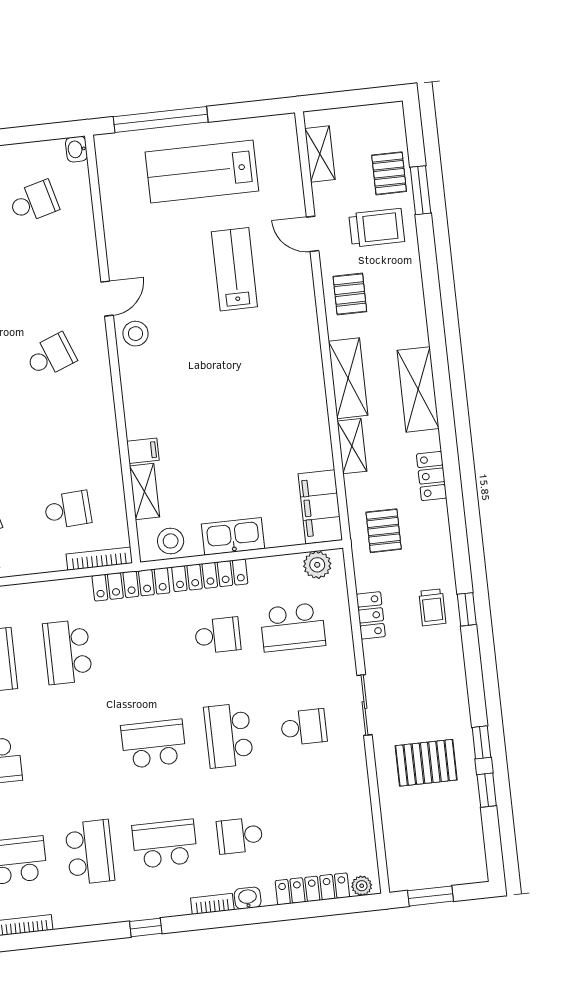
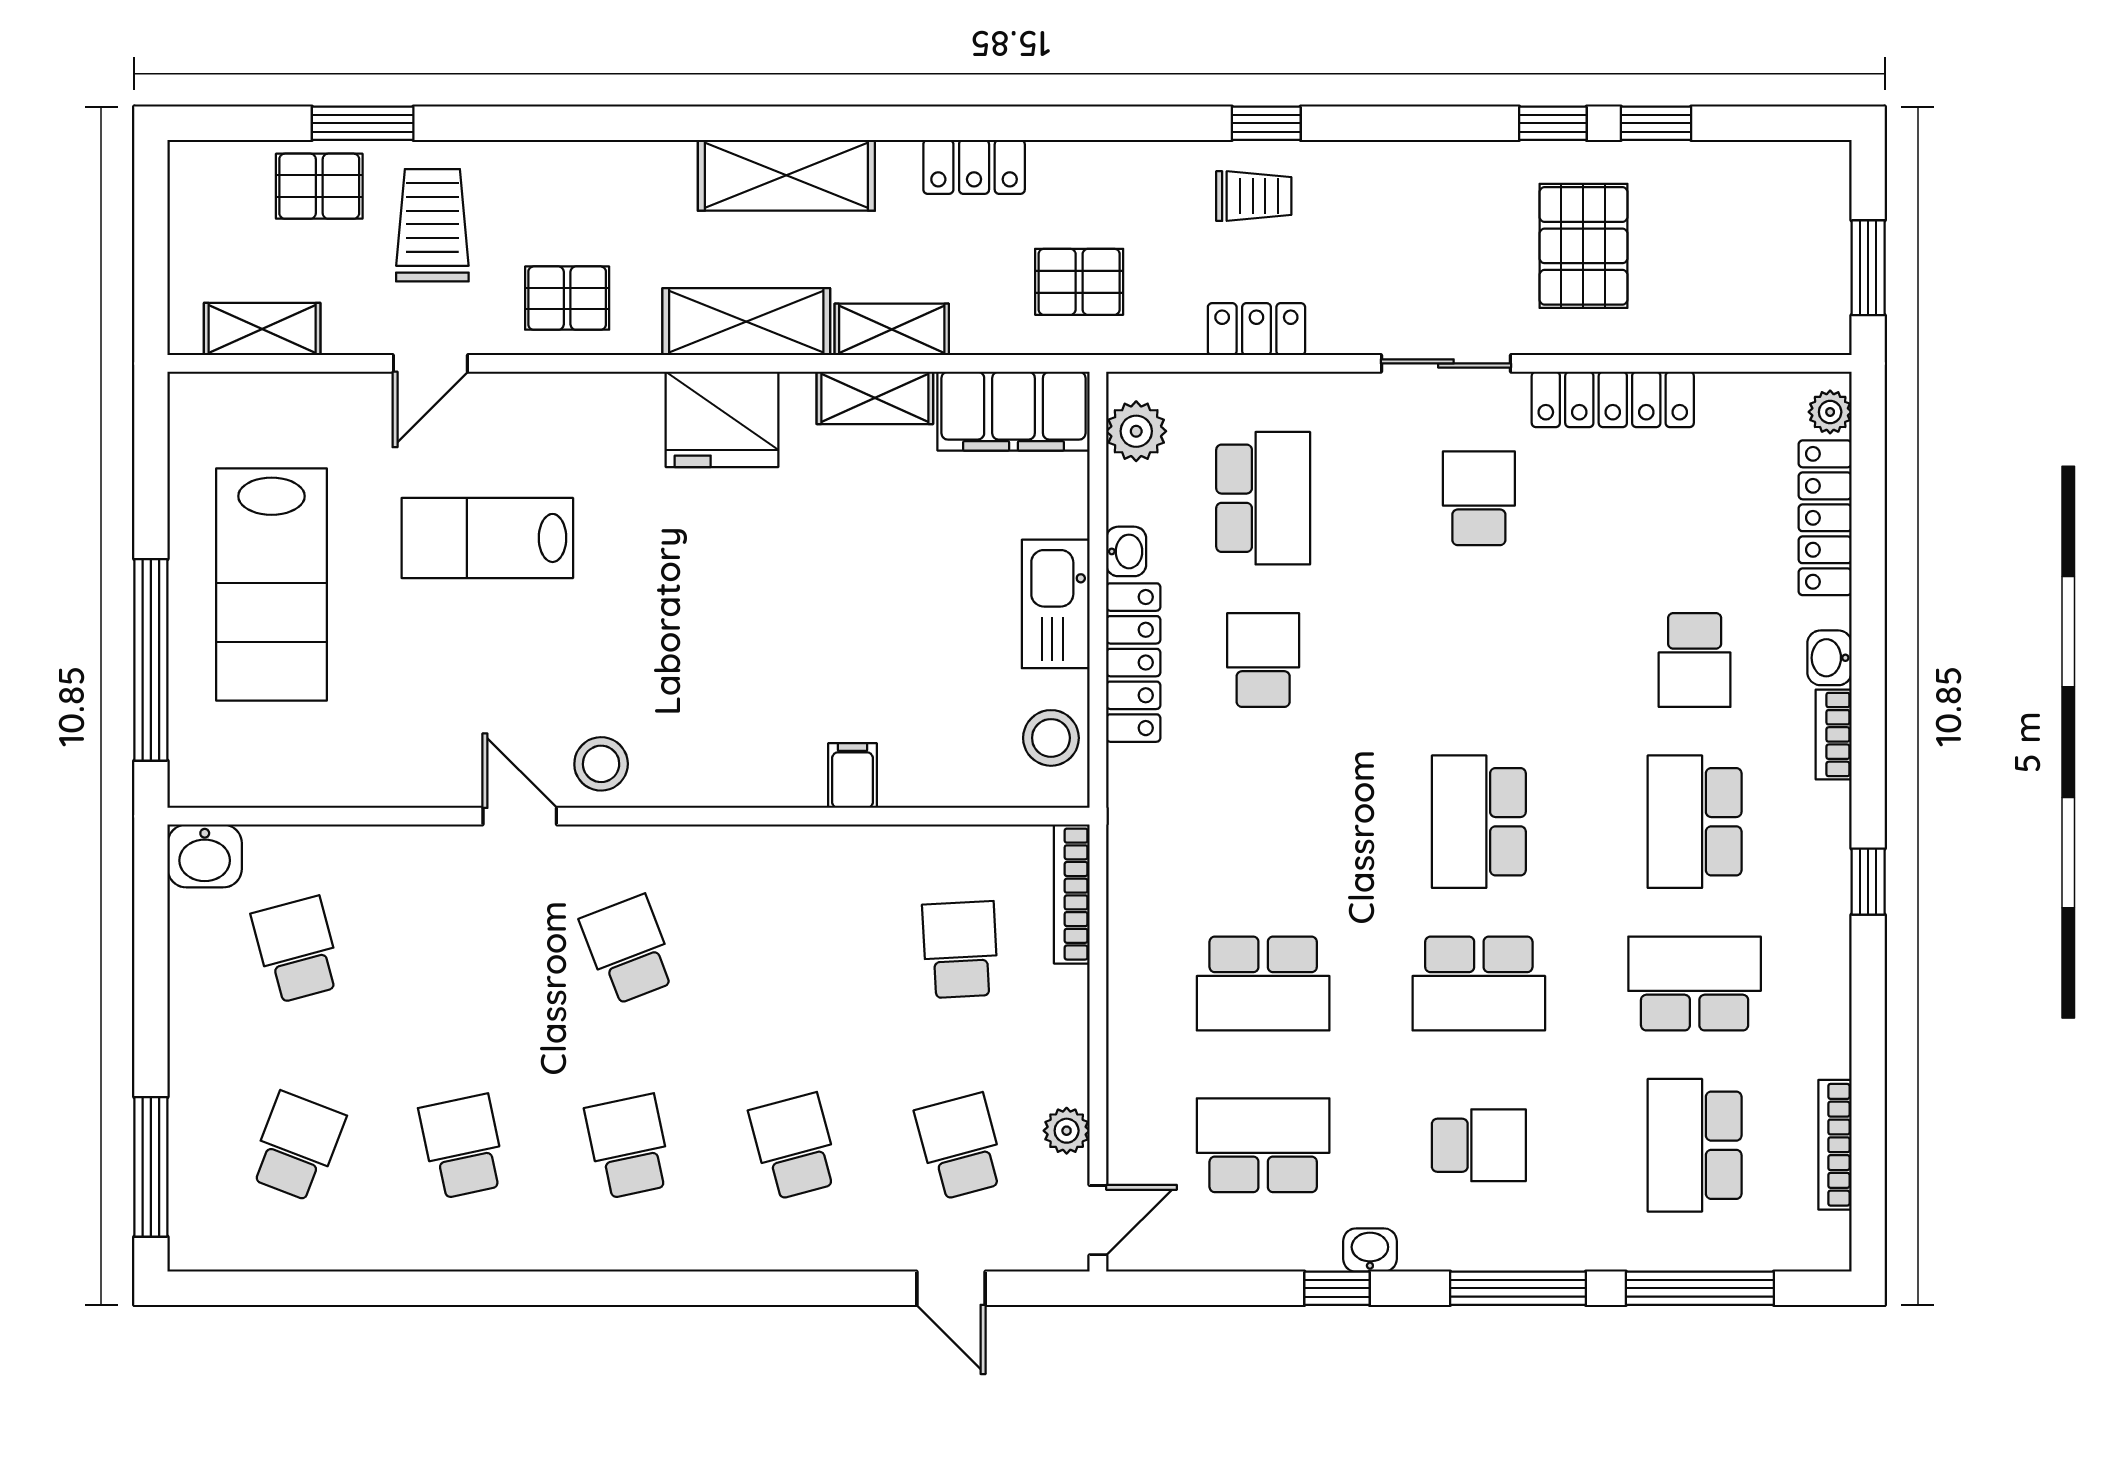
washbasin: (76, 149) -> (205, 856), width x1.38, depth x1.45
fridge: (302, 372) -> (722, 419), added
shelving: (145, 491) -> (875, 398), moved
washbasin: (261, 566) -> (1126, 551), added
locker: (131, 584) -> (1613, 399), moved, turned 90
school desk: (229, 735) -> (1479, 983), moved

